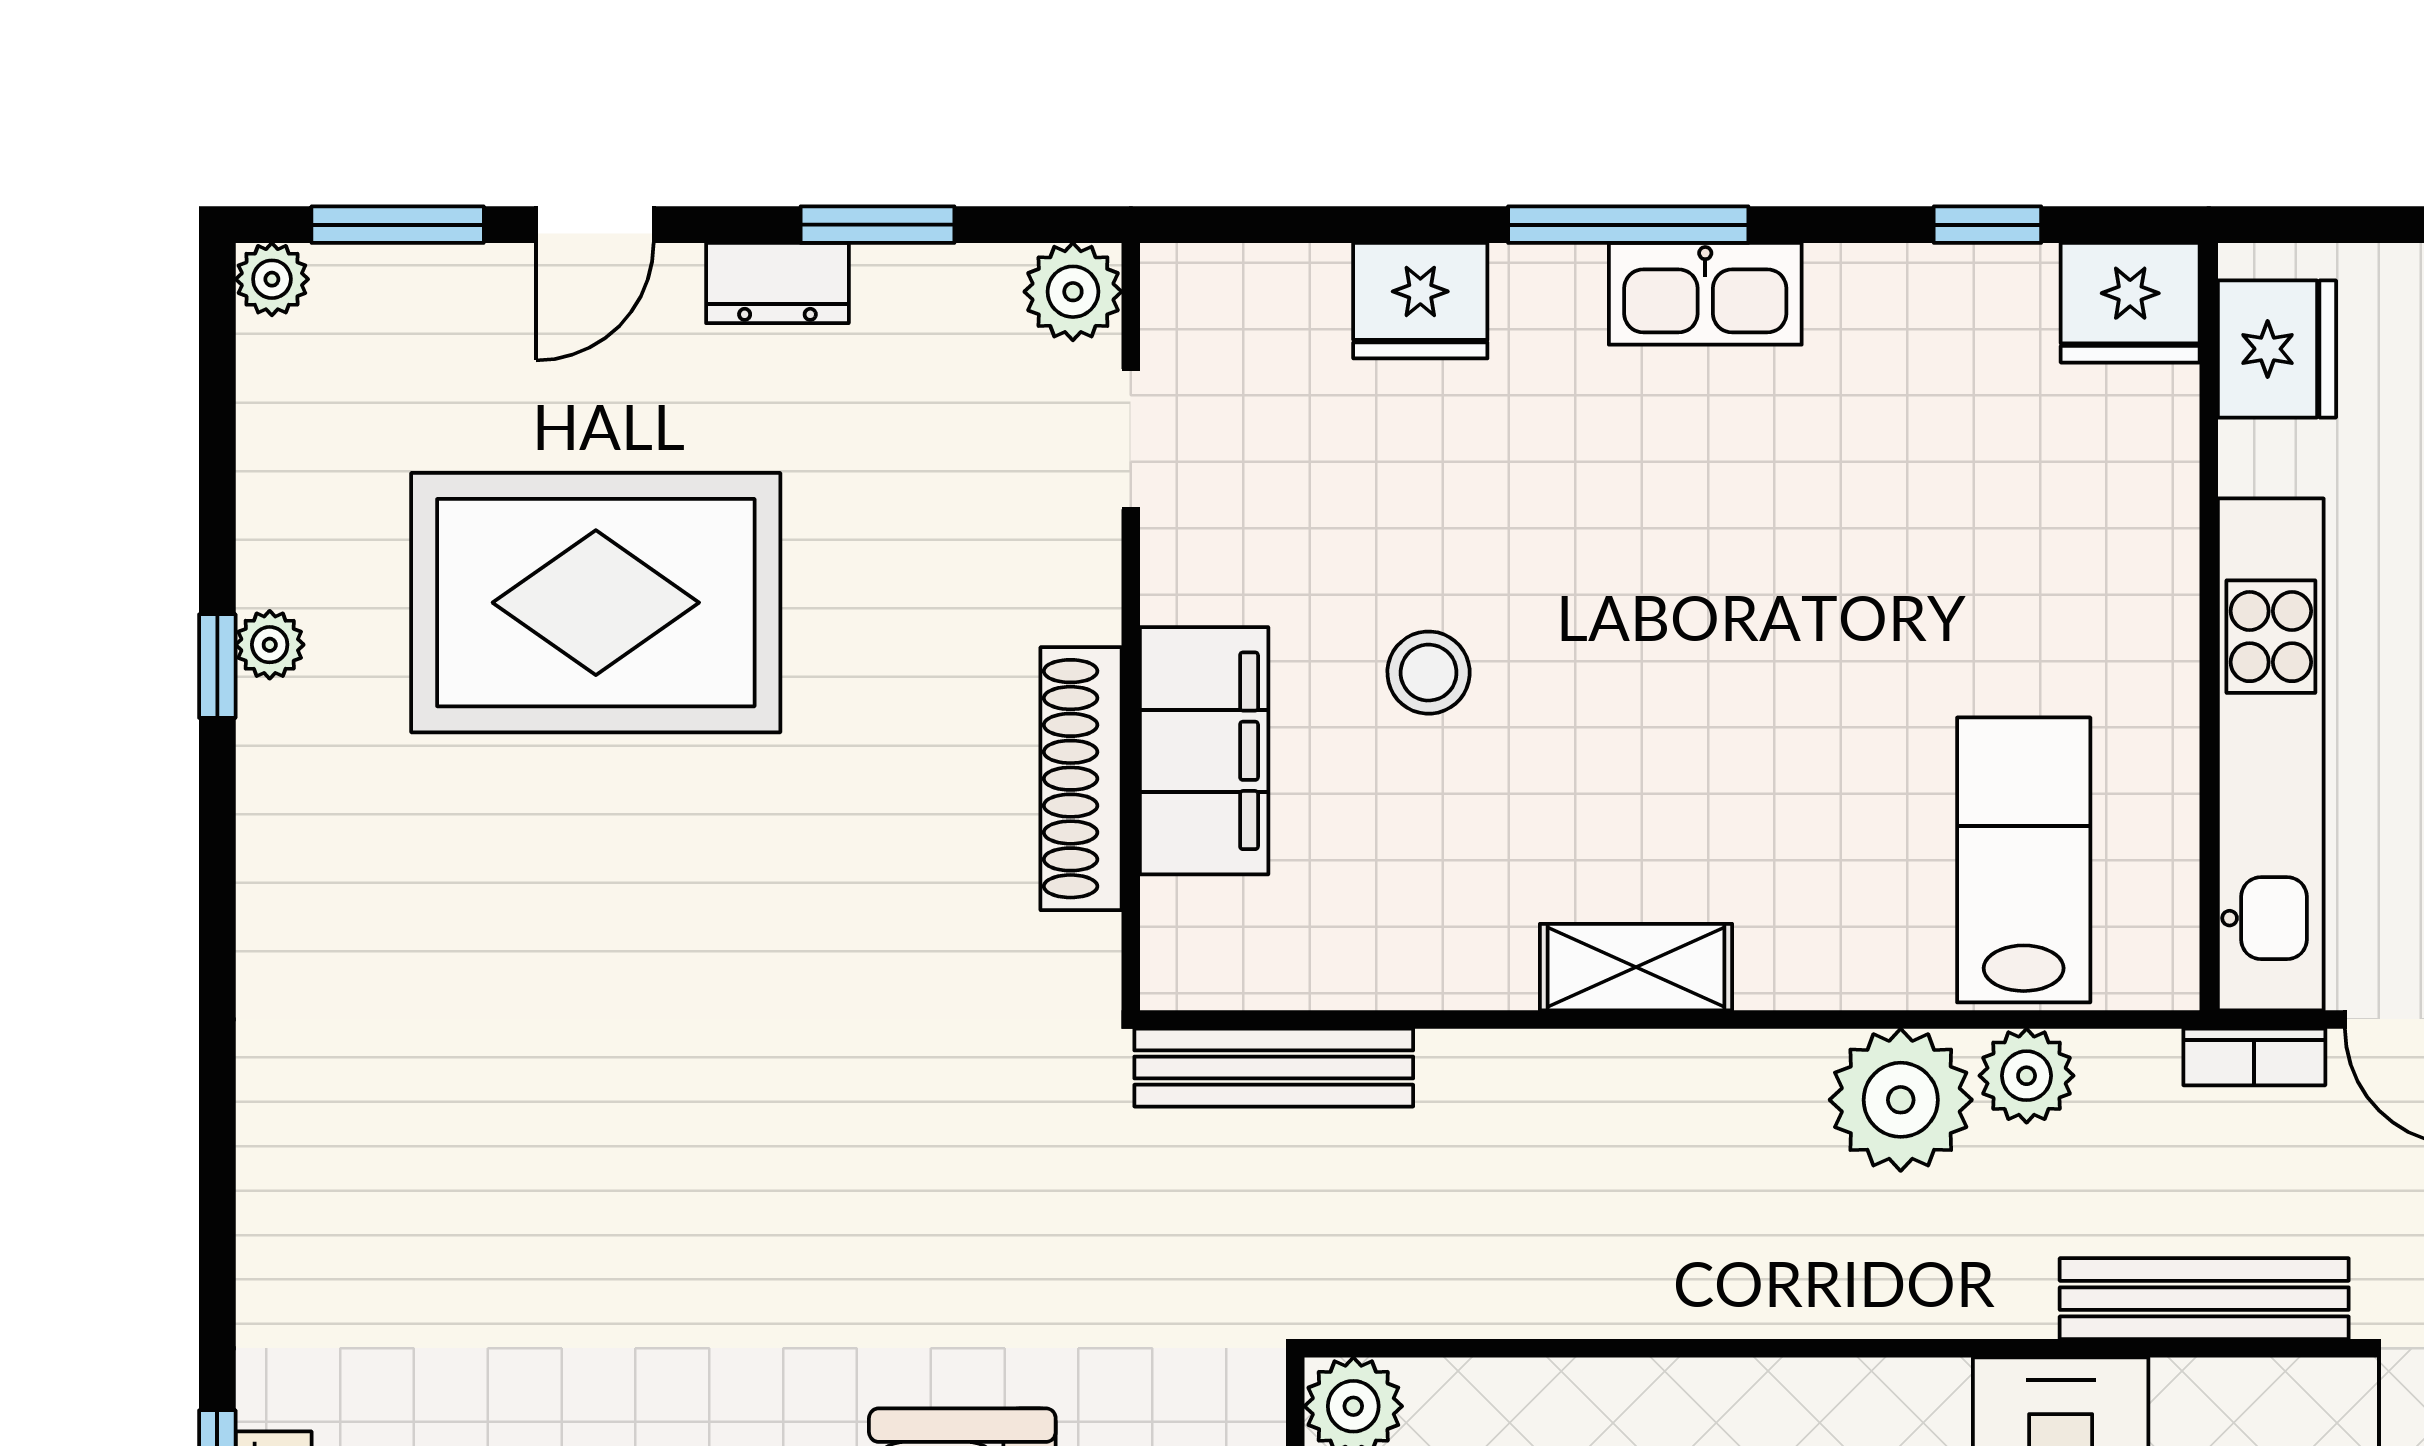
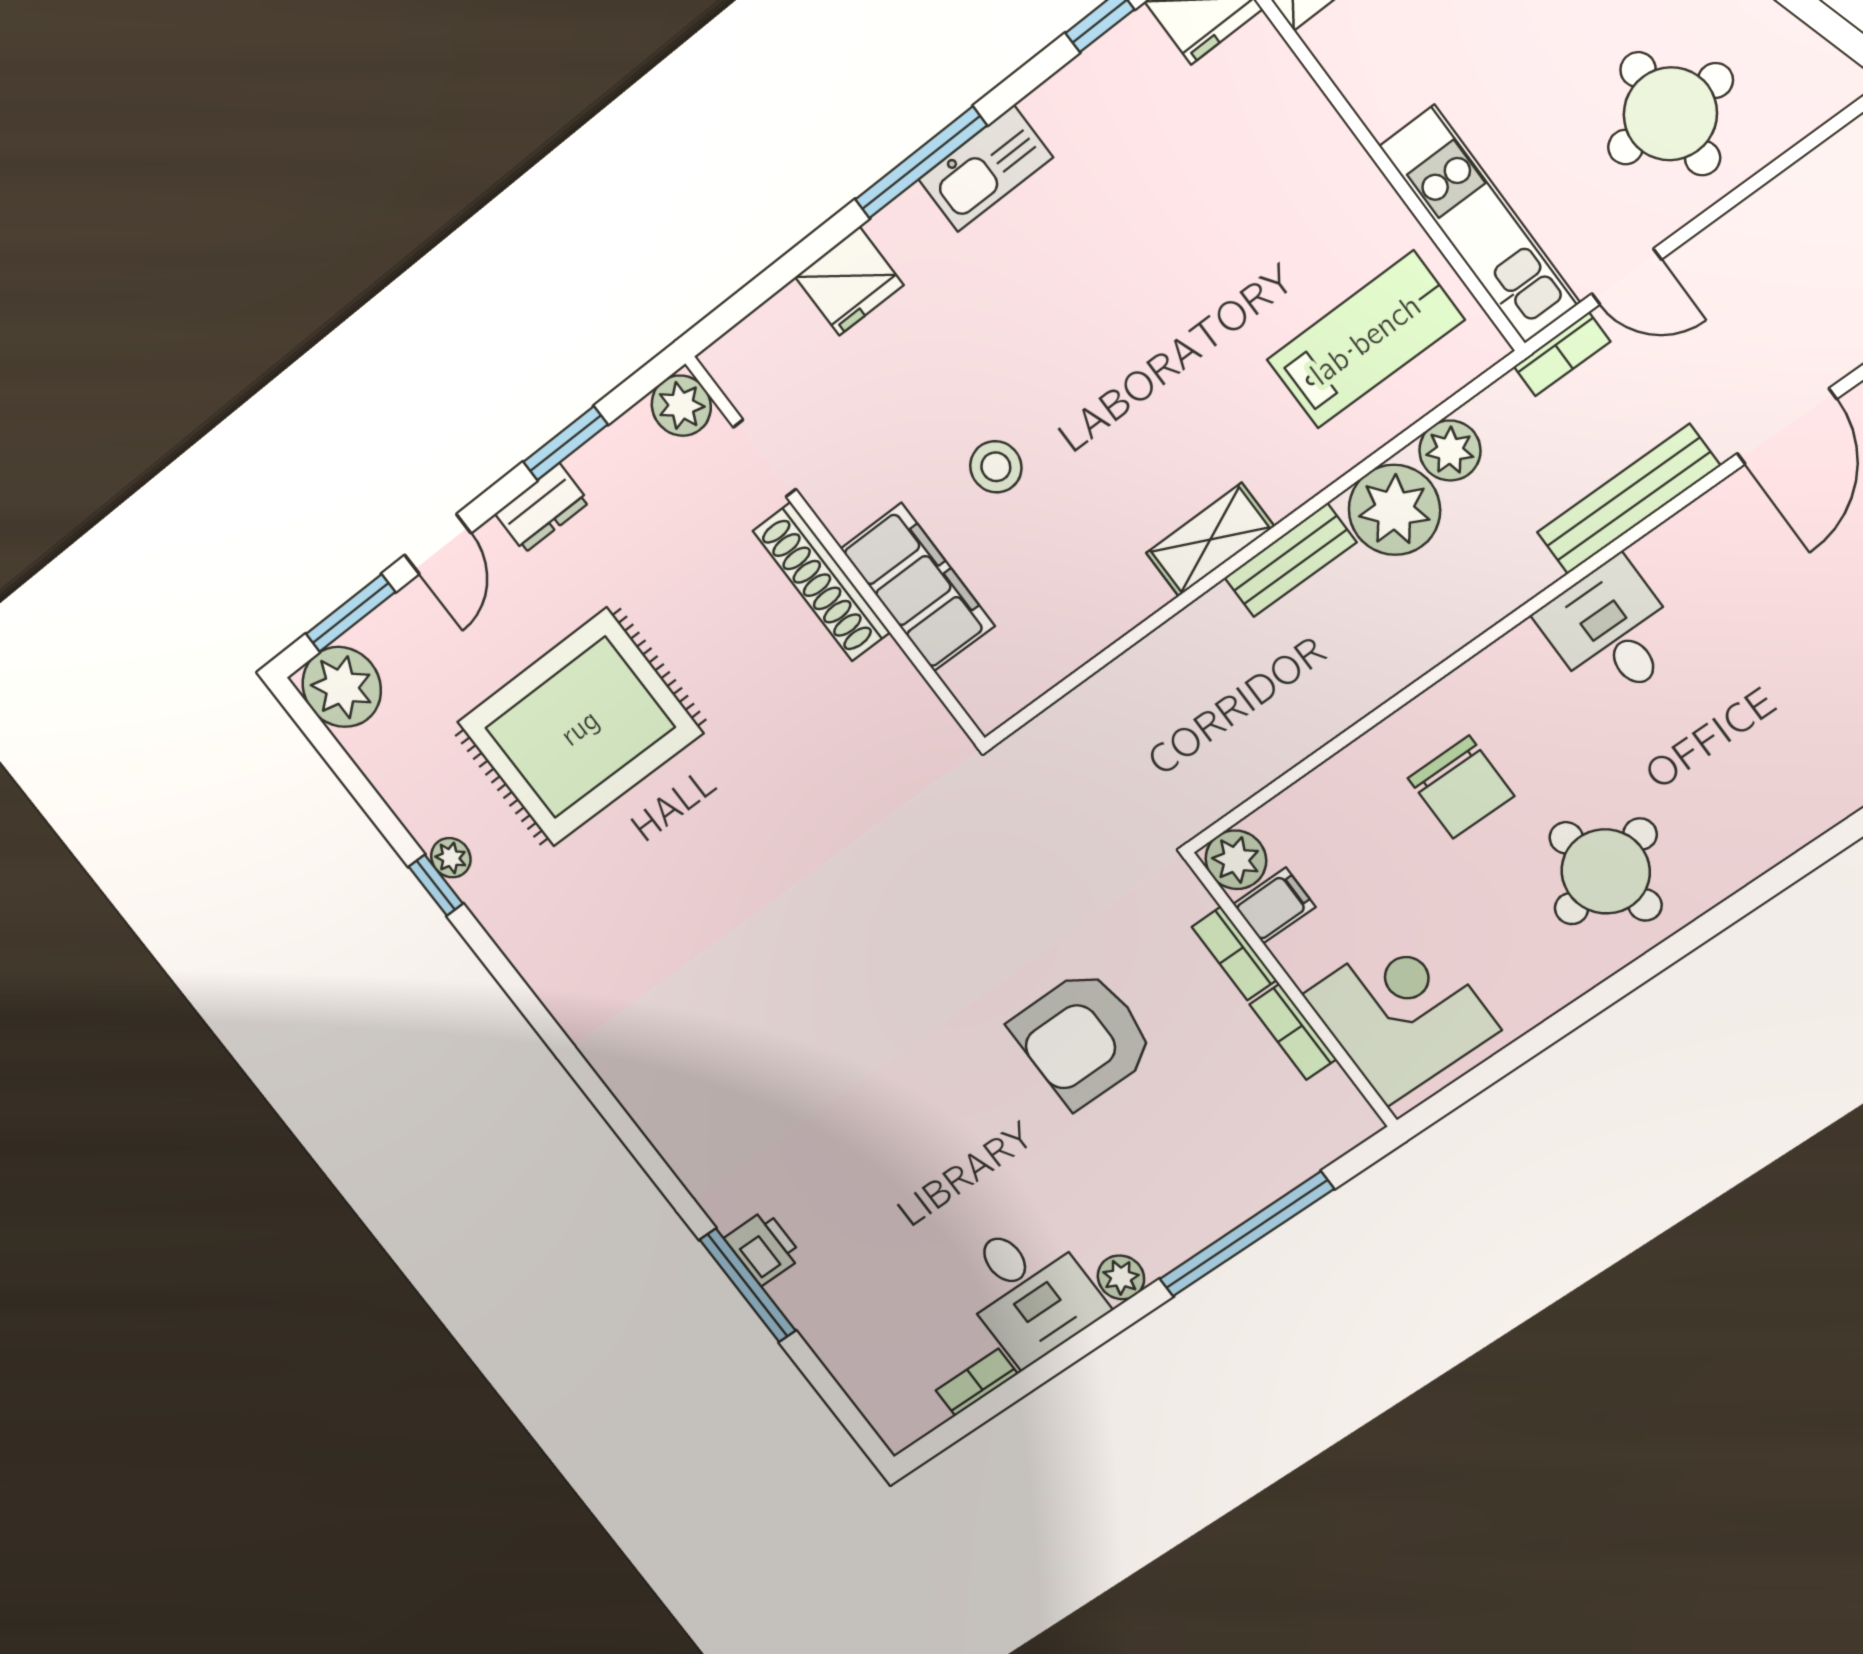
plant: (272, 279) -> (342, 687), width x1.88, depth x1.88
kitchen unit: (2271, 754) -> (1480, 224), width x0.73
shoe rack: (1081, 779) -> (822, 582), moved
lab bench: (2024, 860) -> (1366, 340), turned 90
bench: (1274, 1068) -> (1290, 560), moved, width x0.73

